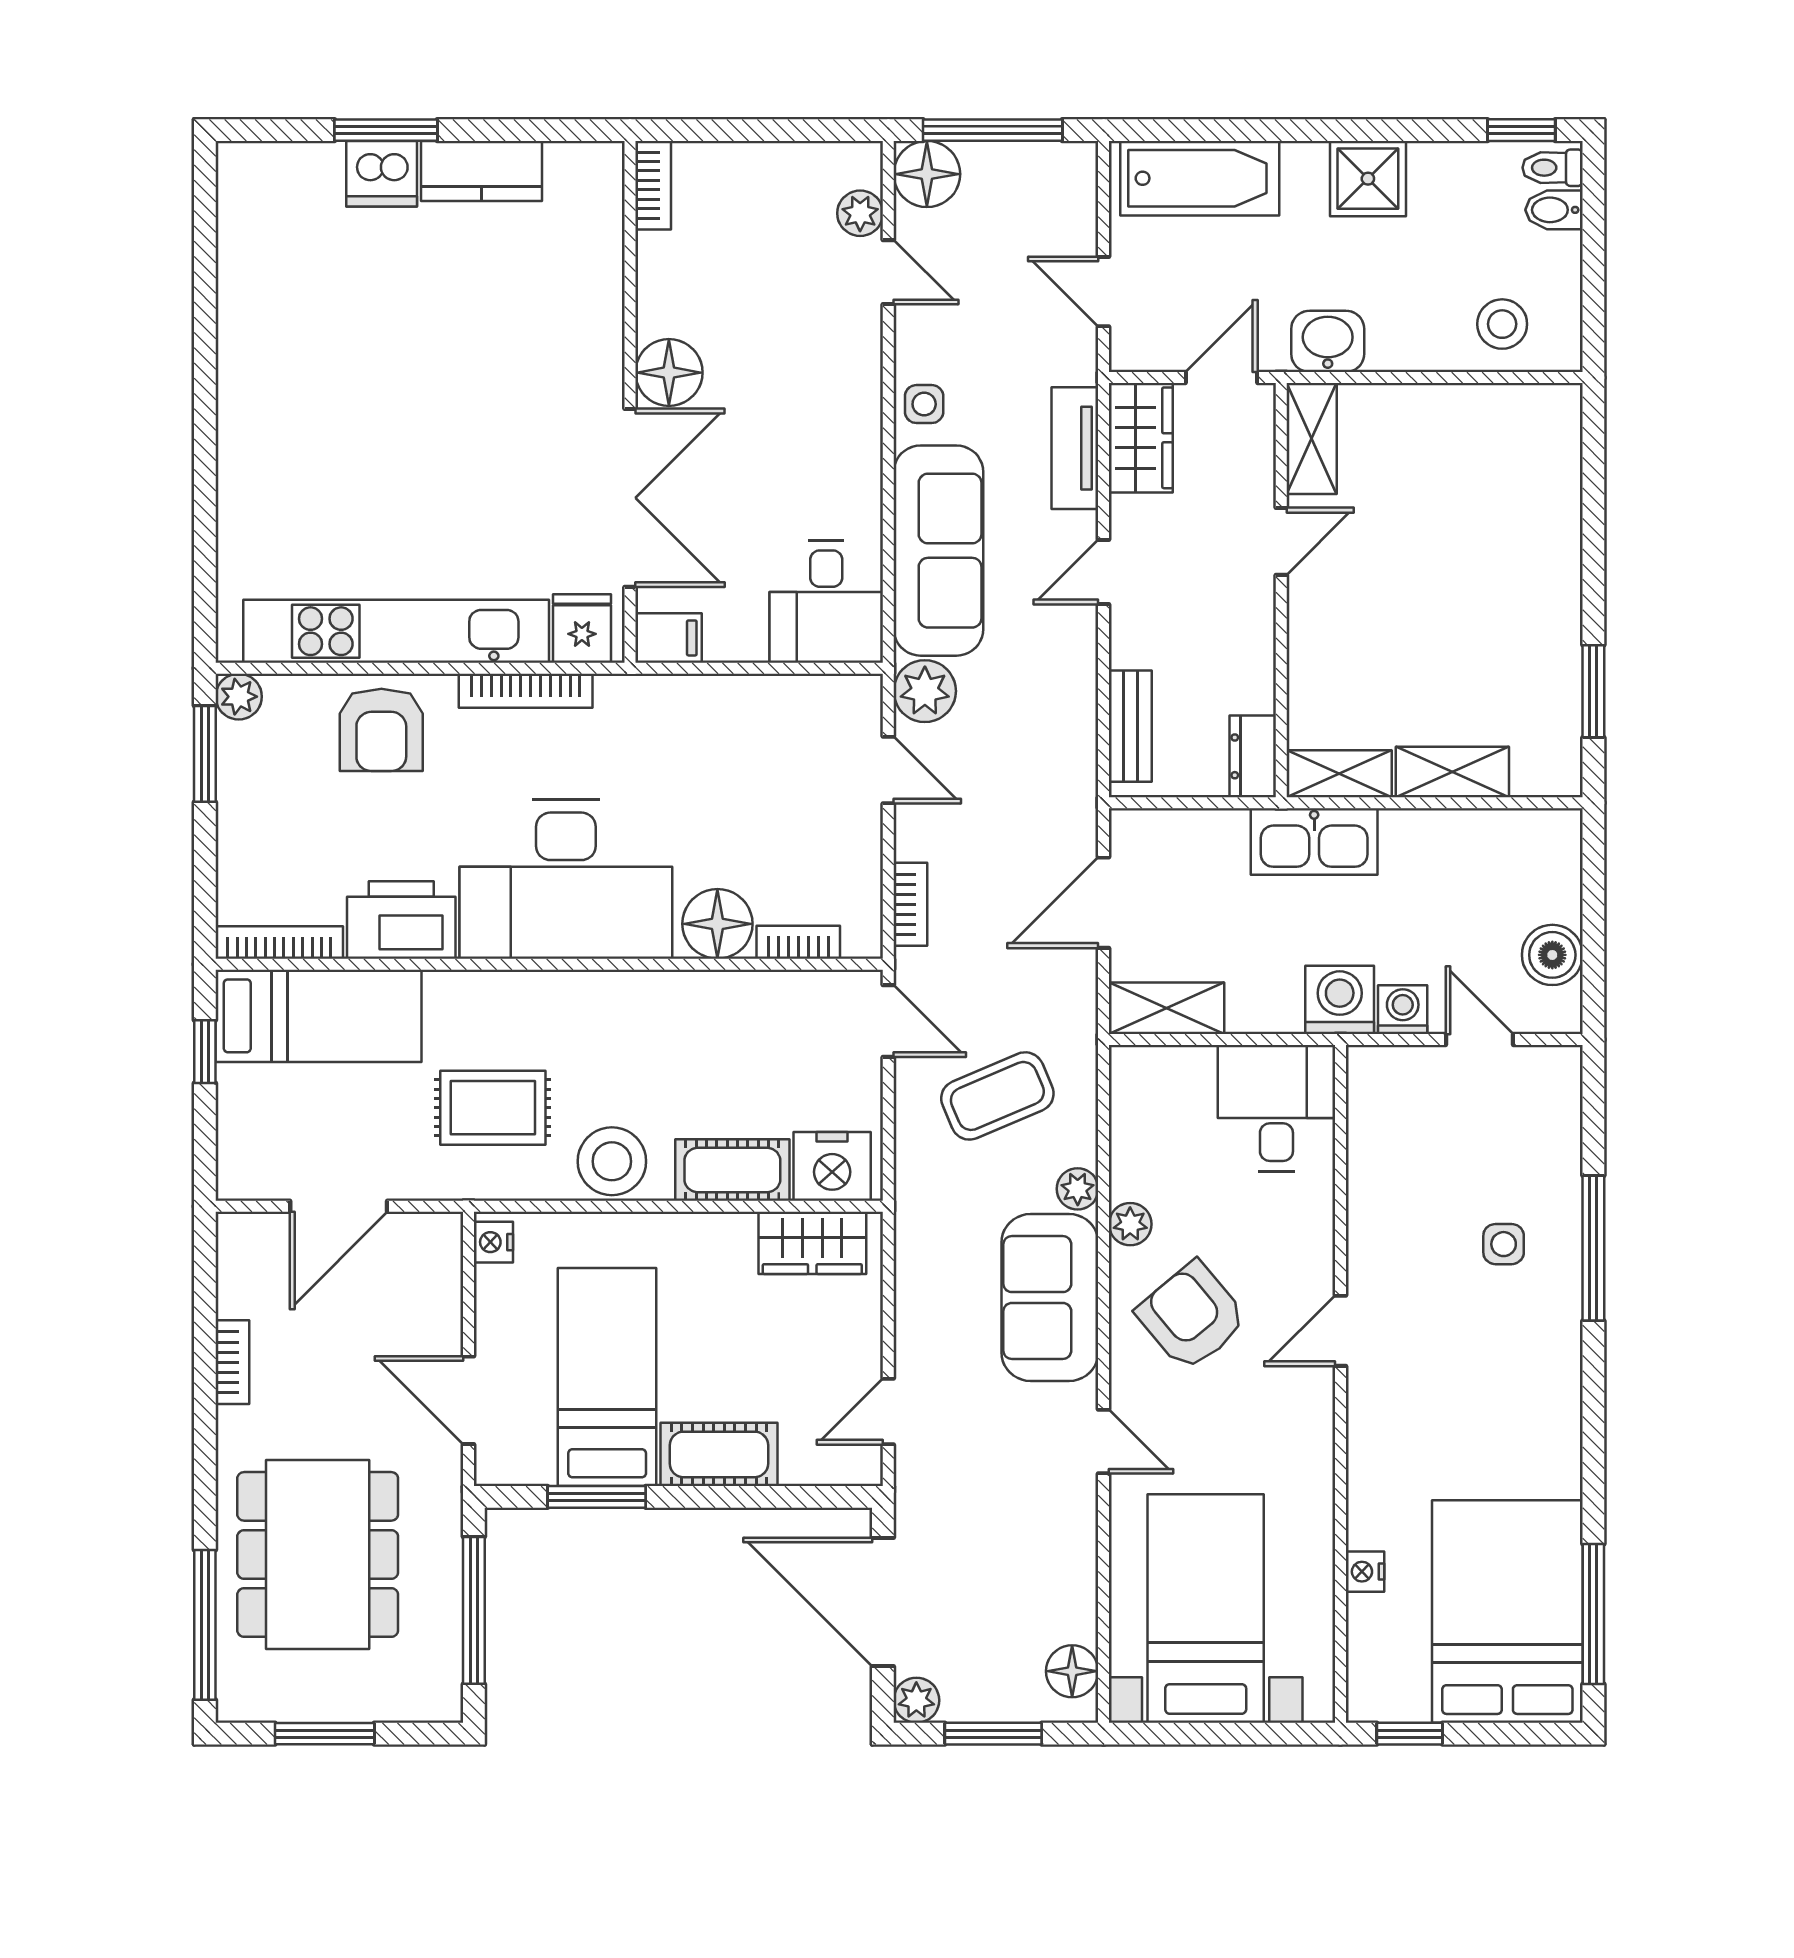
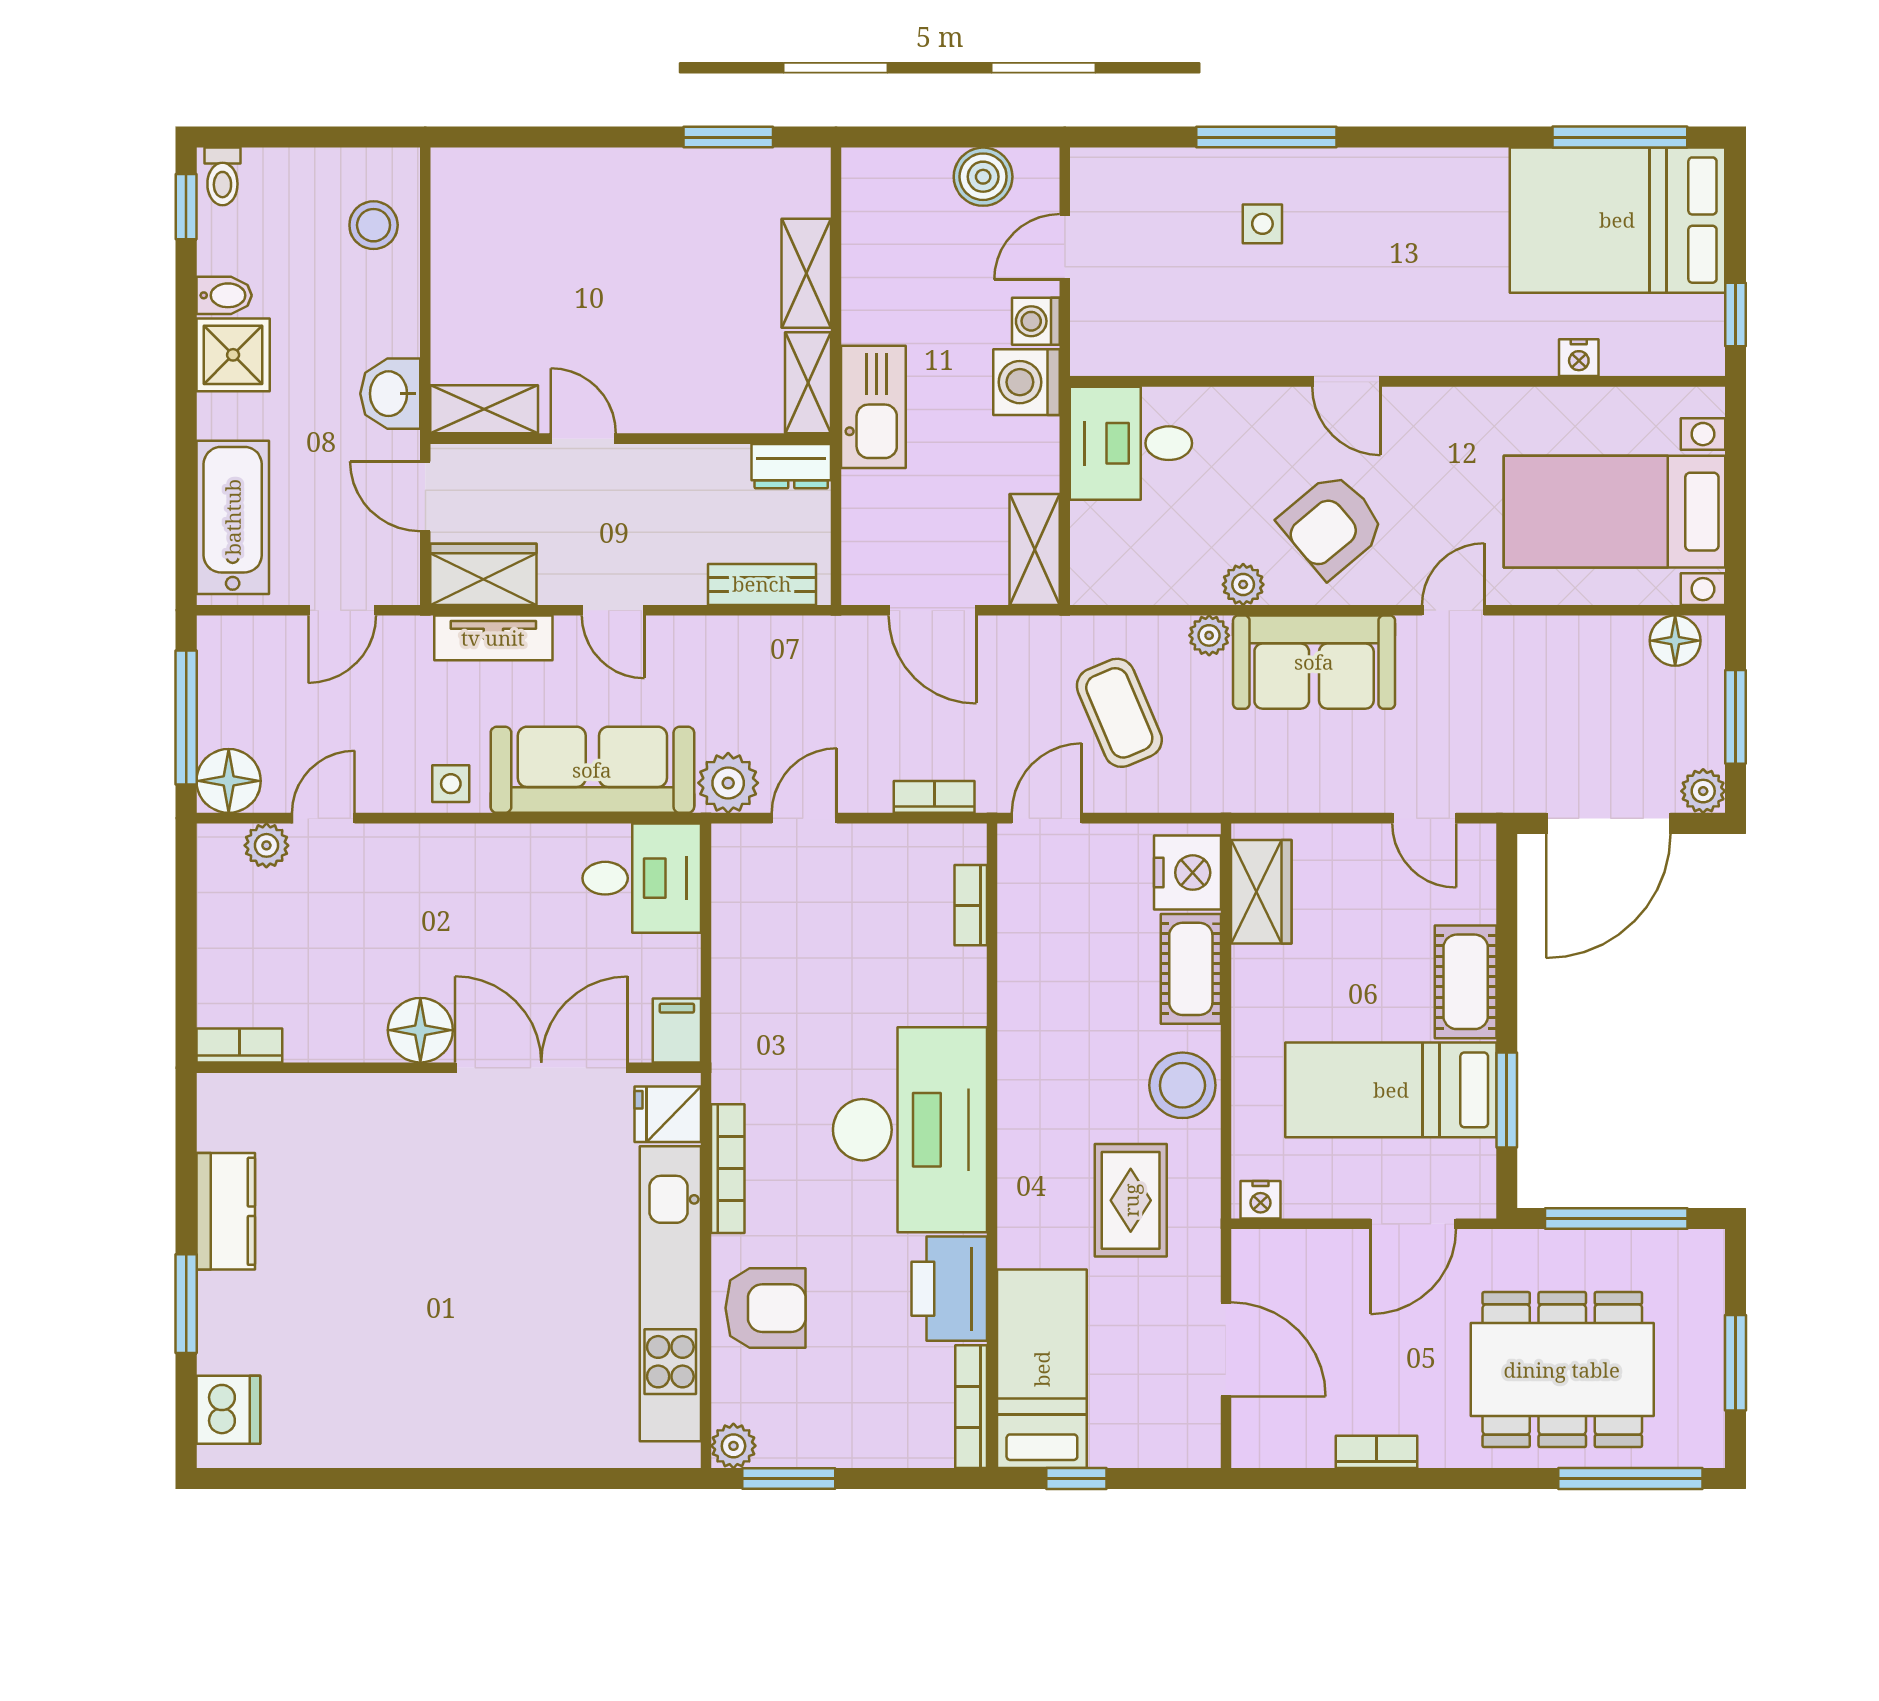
dishwasher: (382, 174) -> (228, 1410), moved
bidet: (1554, 210) -> (224, 295), moved, turned -90
floor lamp: (717, 924) -> (953, 983), removed

